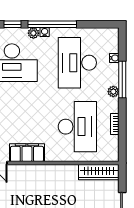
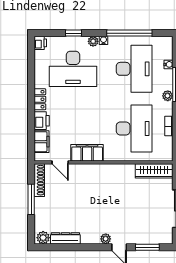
window: (52, 24) -> (129, 33), moved
desk: (77, 63) -> (134, 69), turned 180

